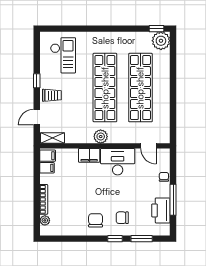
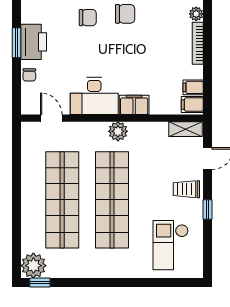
window: (173, 200) -> (17, 43), width x0.69
printer: (161, 210) -> (34, 42), moved
chair: (96, 220) -> (125, 14), turned -90

